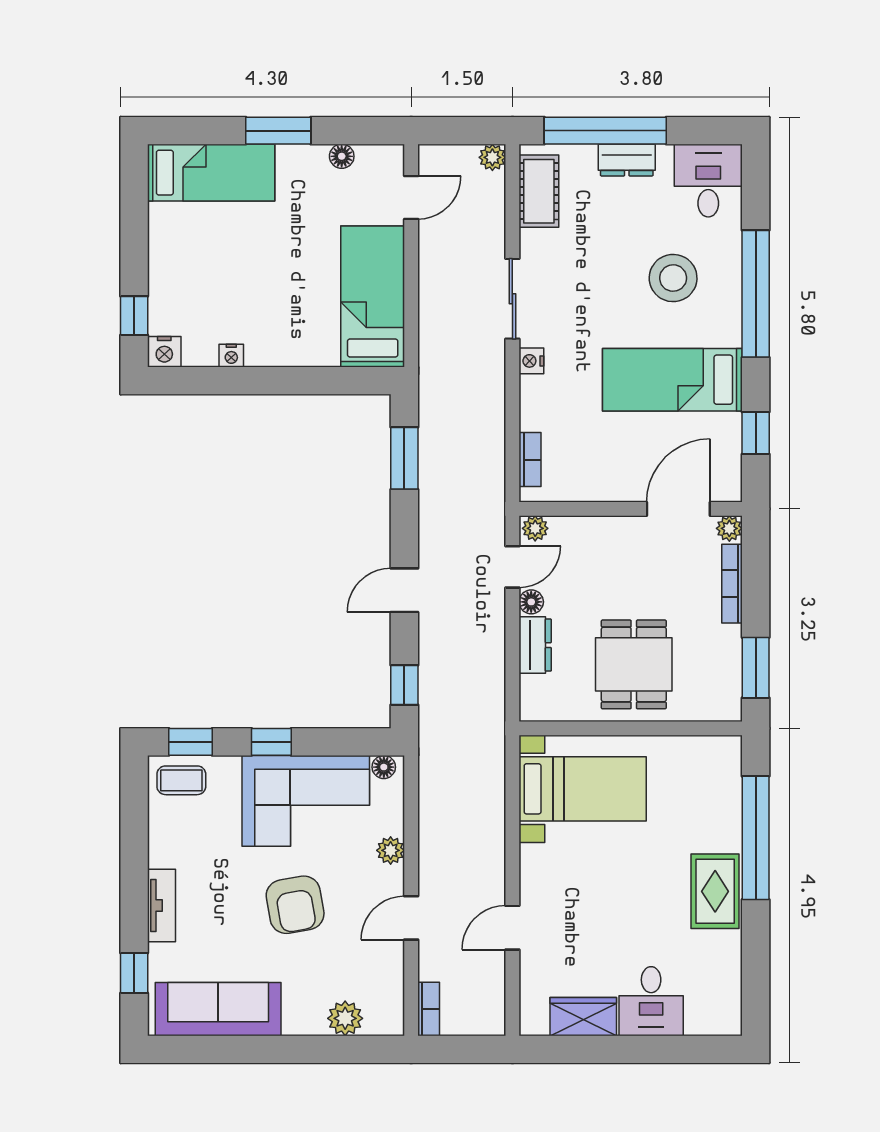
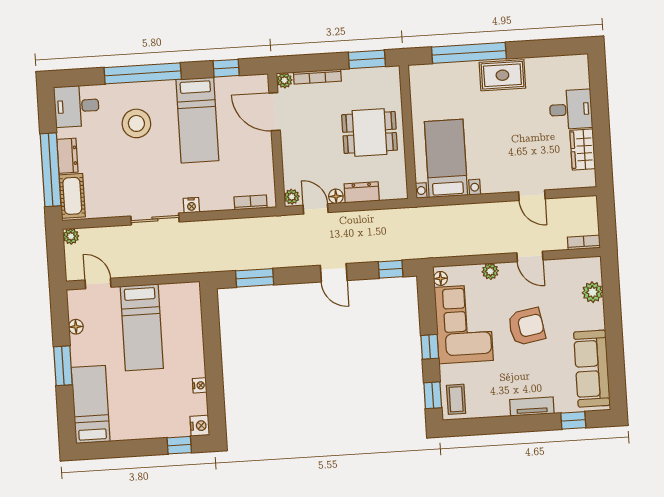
cot: (539, 191) -> (72, 196), moved, turned 90
bed: (373, 296) -> (142, 327), moved, turned -90

